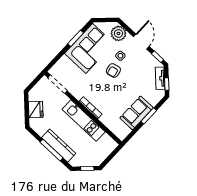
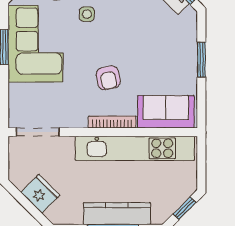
armchair: (113, 70) -> (108, 78), moved
sofa: (137, 113) -> (166, 112), moved, turned 90
kitchen unit: (84, 121) -> (135, 148), width x1.36

